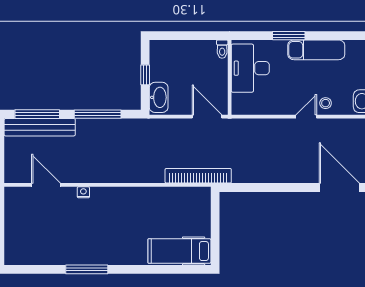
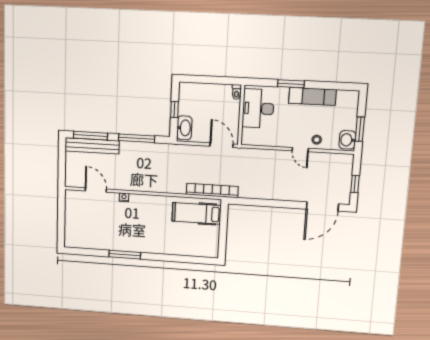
door: (306, 117) -> (300, 150), swing flipped
door: (339, 188) -> (322, 207), swing flipped
hospital bed: (179, 251) -> (197, 213), moved

